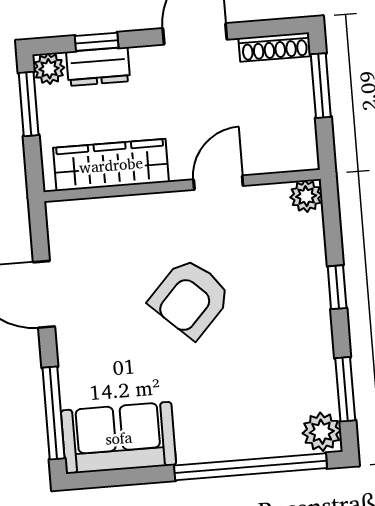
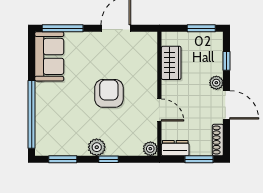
dresser: (98, 67) -> (175, 148), moved, turned 90
plant: (49, 69) -> (216, 83), moved
wardrobe: (111, 165) -> (171, 63), width x0.67
armchair: (190, 298) -> (109, 93), turned 47
plant: (322, 432) -> (97, 147), moved

